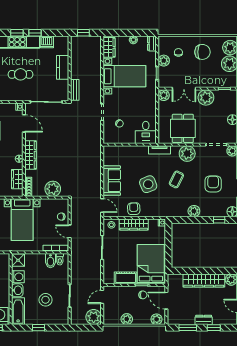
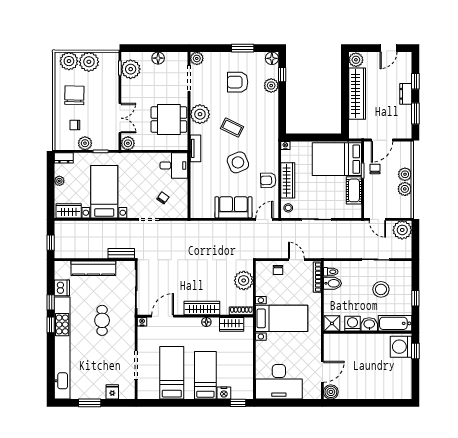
kitchen counter: (63, 67) -> (93, 268), width x1.50
plant: (206, 98) -> (131, 69), moved
plant: (194, 211) -> (271, 86), moved
door: (70, 231) -> (296, 260), swing flipped
plant: (156, 319) -> (405, 174), moved

